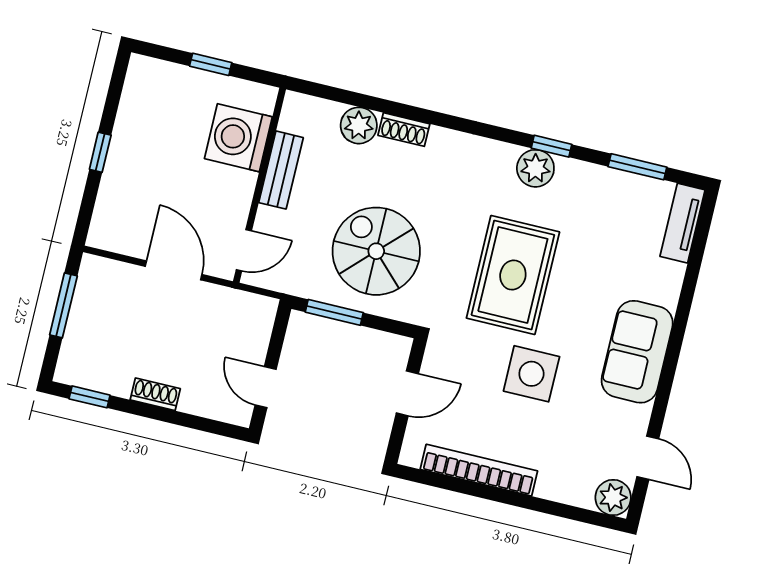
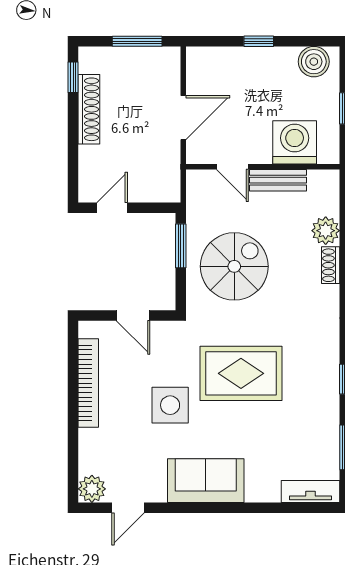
boiler: (143, 89) -> (314, 62), added
plant: (535, 168) -> (325, 371), removed
door: (244, 250) -> (232, 167), moved
shoe rack: (155, 394) -> (89, 109), width x1.94, depth x1.24

